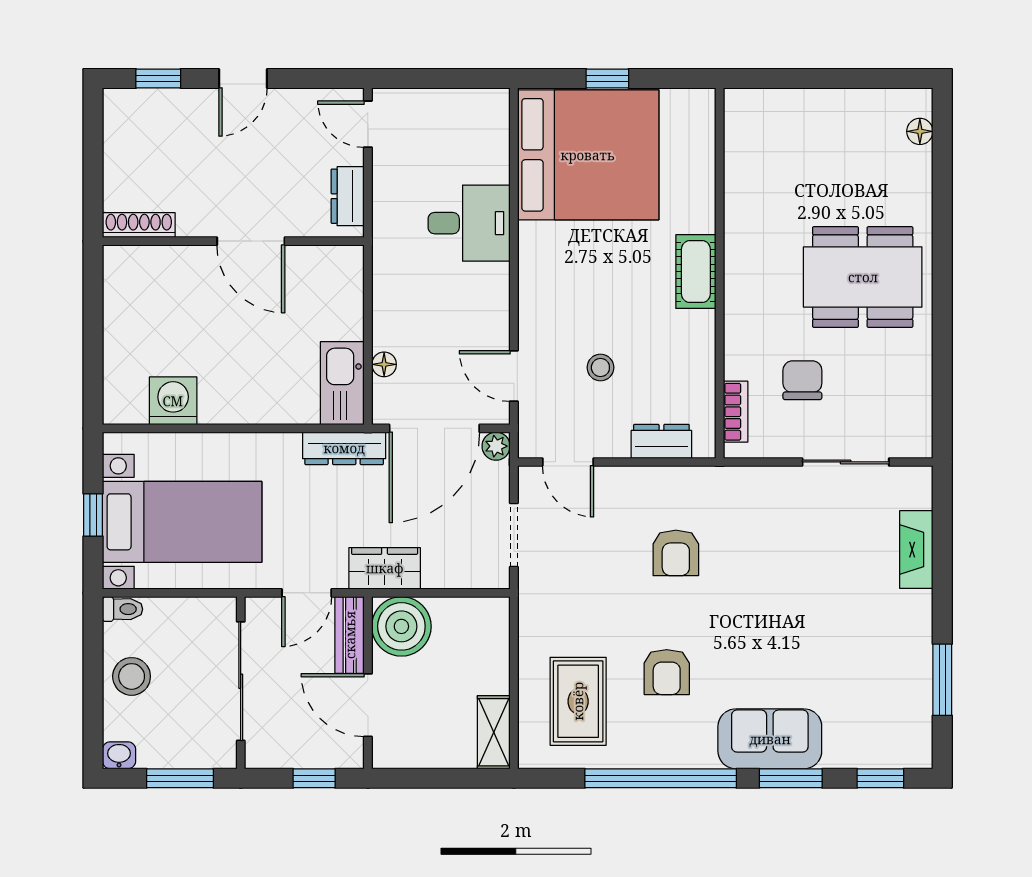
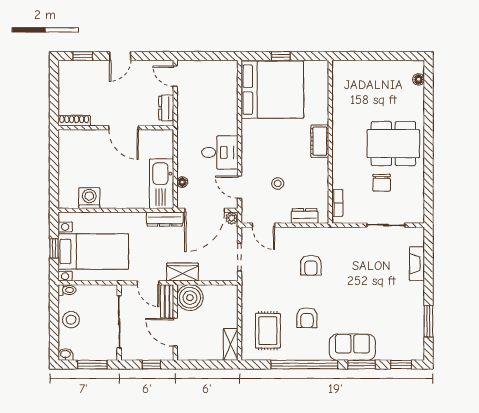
desk: (469, 223) -> (220, 152), moved
chair: (802, 380) -> (382, 183), moved, turned 180
kitchen sink: (342, 383) -> (162, 184), width x1.36, depth x1.24
door: (307, 593) -> (148, 283), hinge flipped

